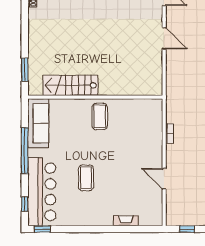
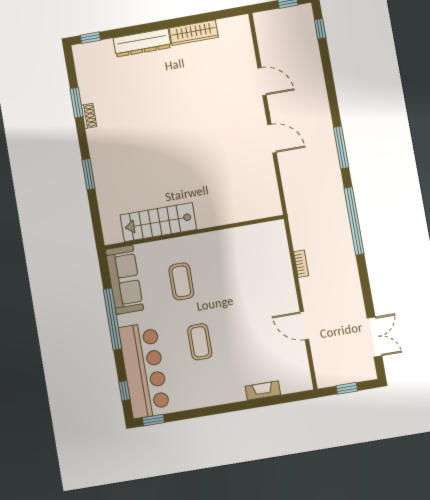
window: (25, 70) -> (88, 174), moved
coffee table: (100, 116) -> (181, 281), moved

